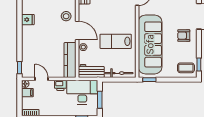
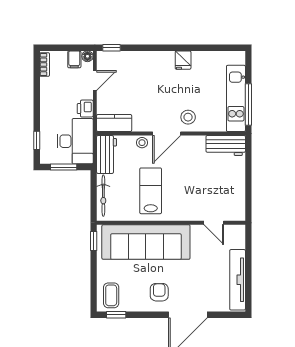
kitchen counter: (70, 60) -> (114, 123), width x0.67

